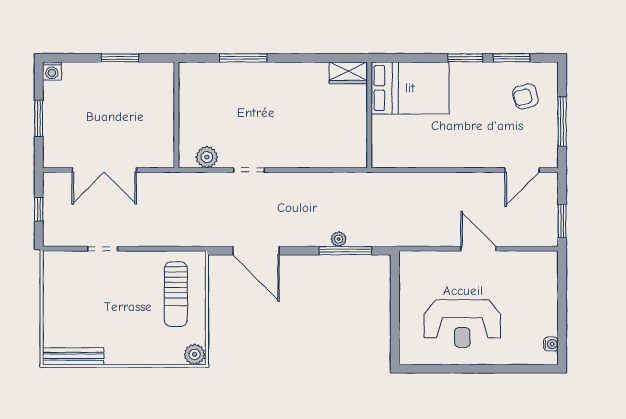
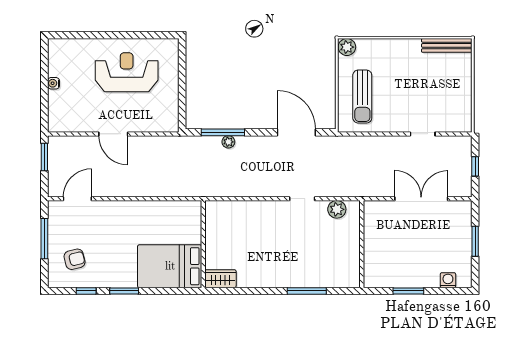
window: (511, 58) -> (86, 291), width x0.67
washing machine: (52, 71) -> (448, 280), moved
sun lounger: (176, 294) -> (362, 97), turned 180
water cooler: (551, 344) -> (54, 83), moved

